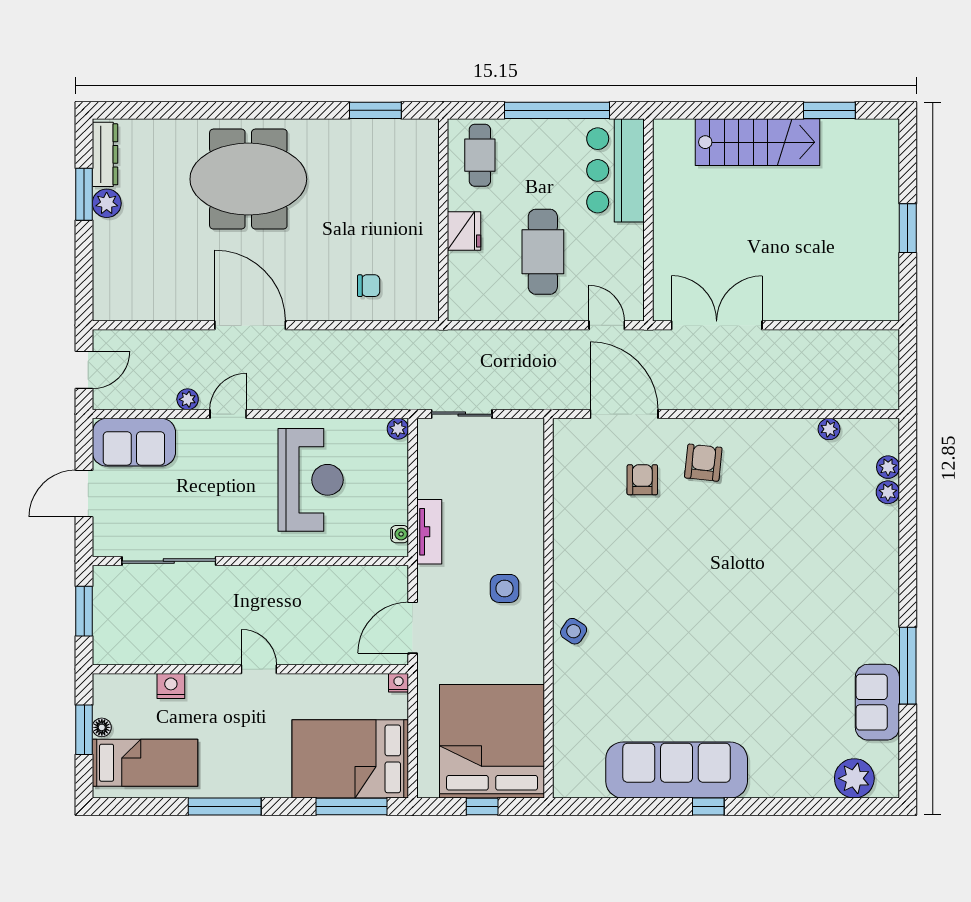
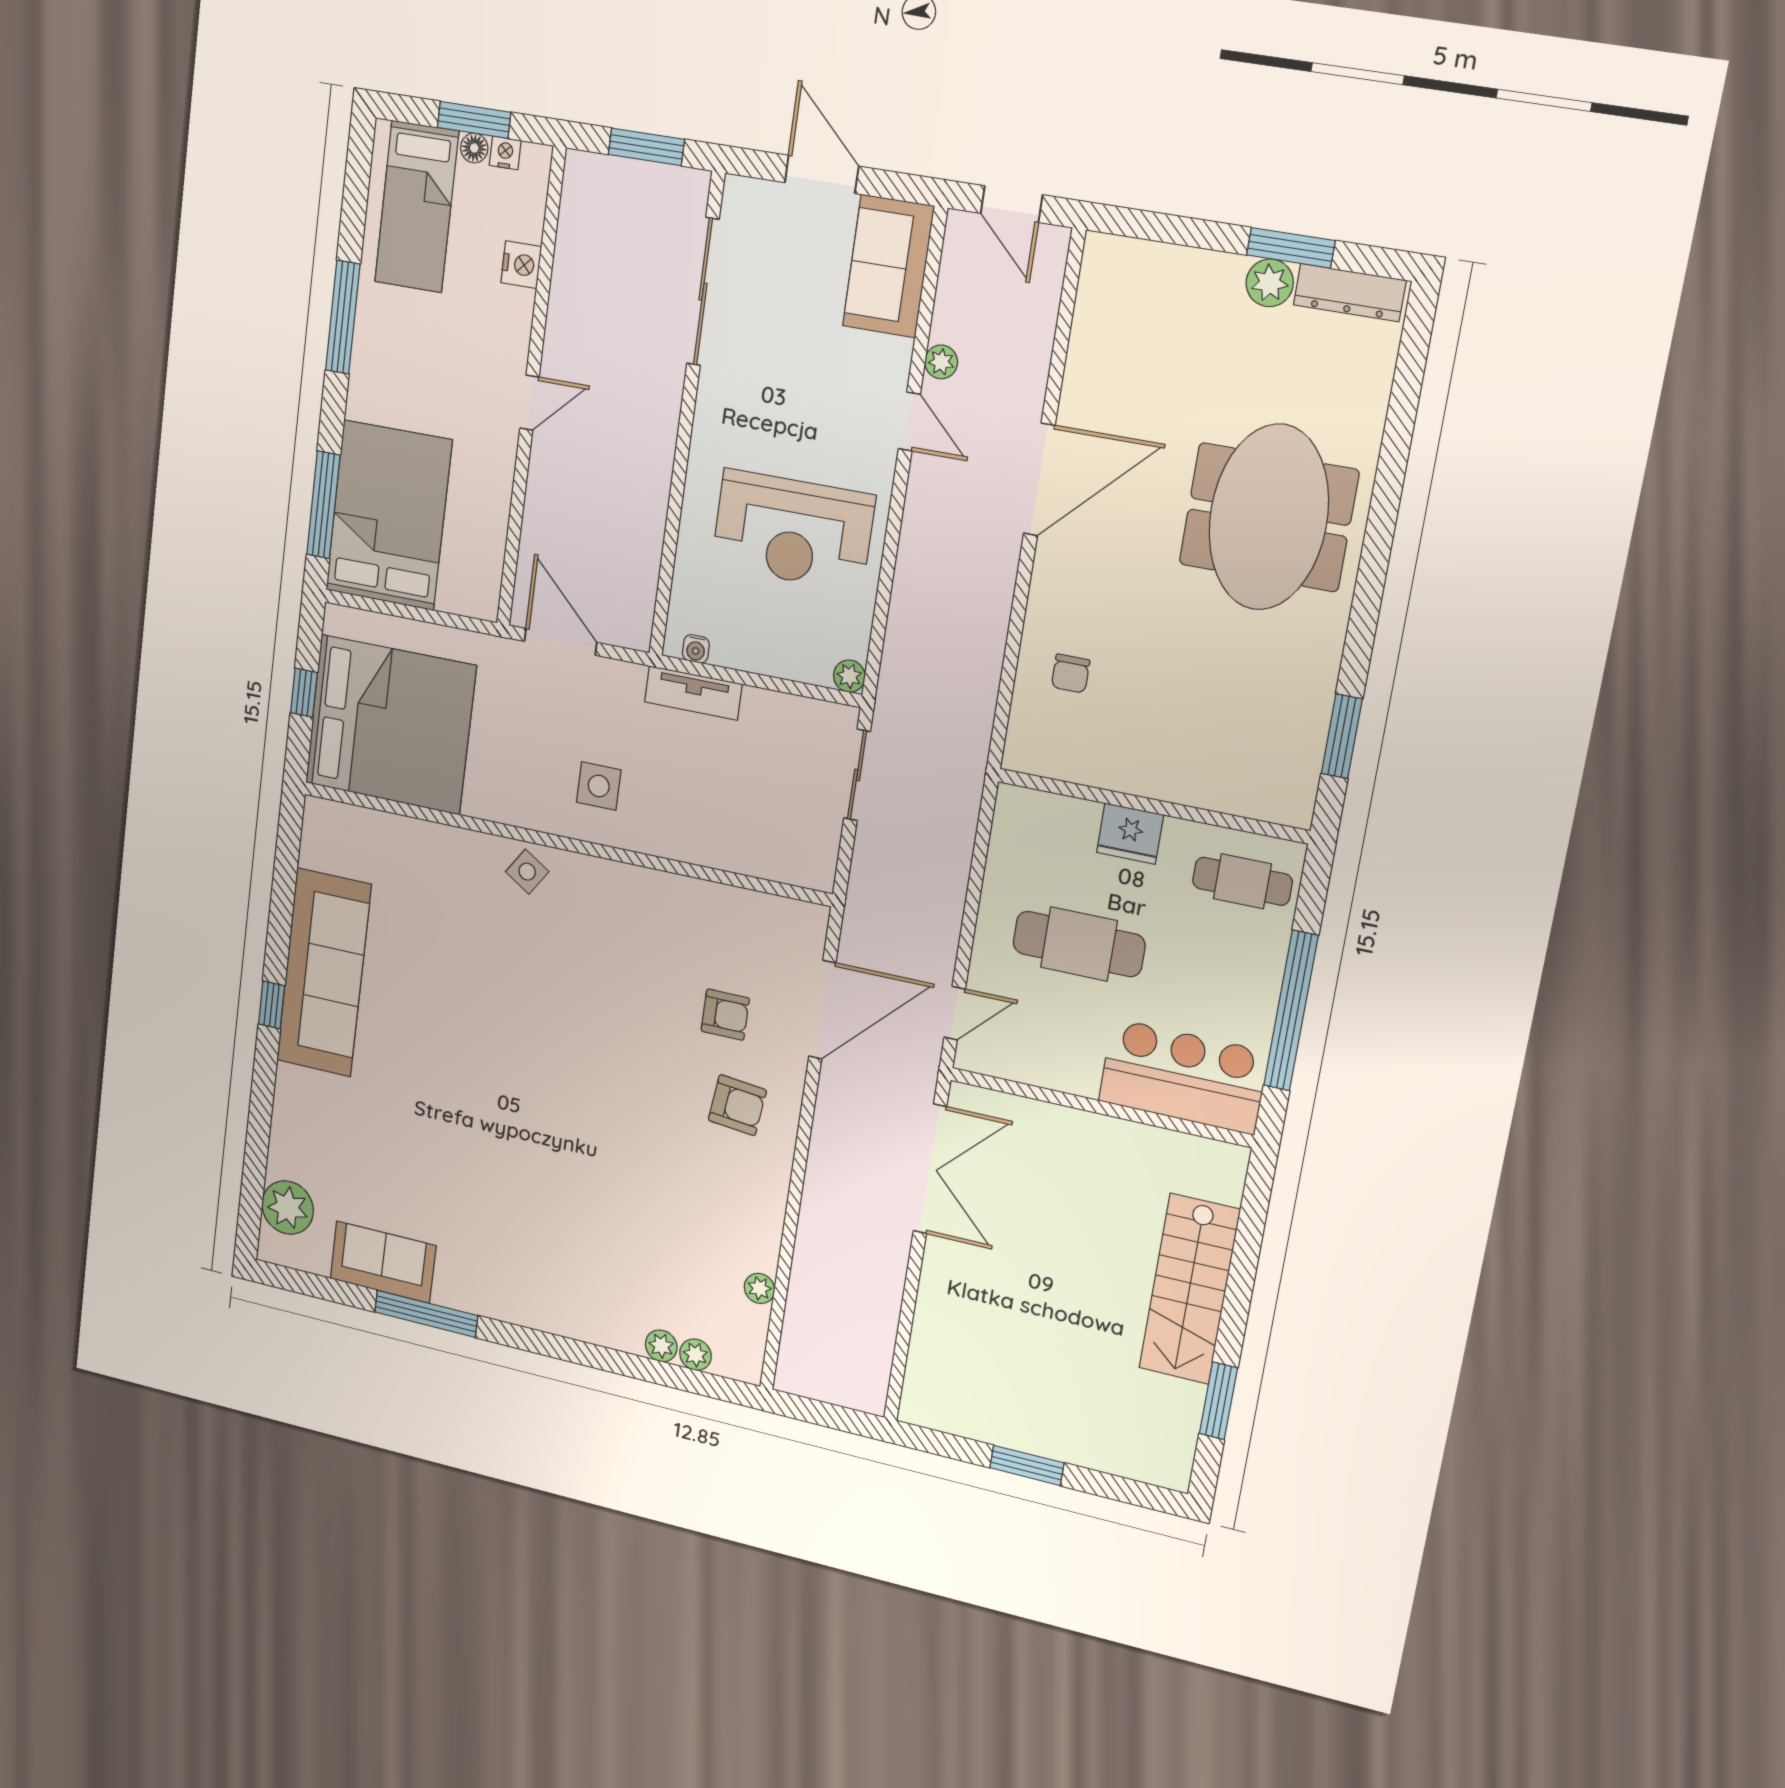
nightstand: (399, 683) -> (505, 153), moved, turned -90

